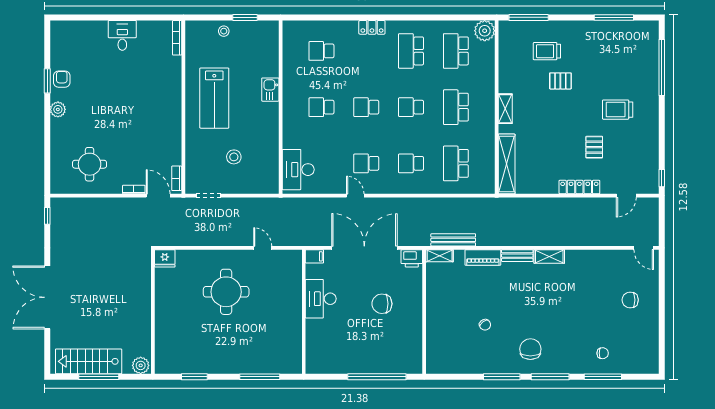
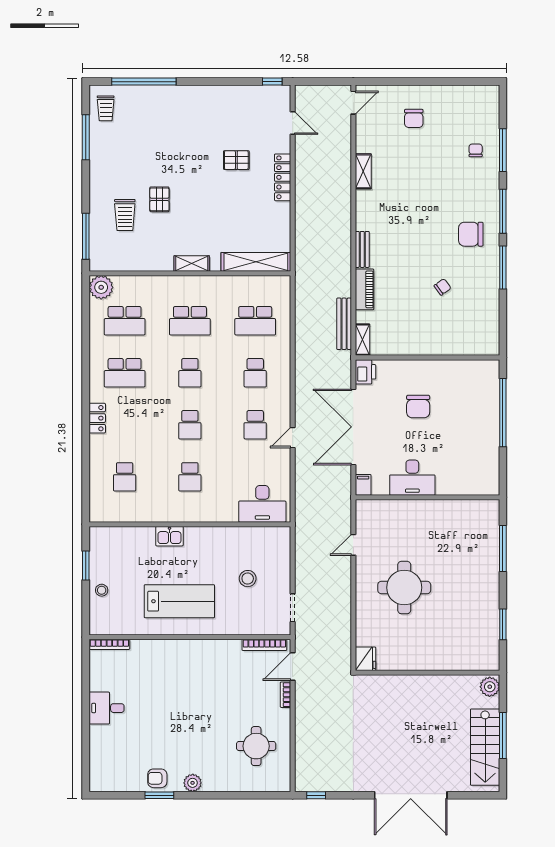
trolley: (618, 110) -> (106, 108), moved, width x0.73, depth x0.72
bookcase: (177, 178) -> (264, 645), width x1.56
shelving: (549, 256) -> (363, 171), moved

